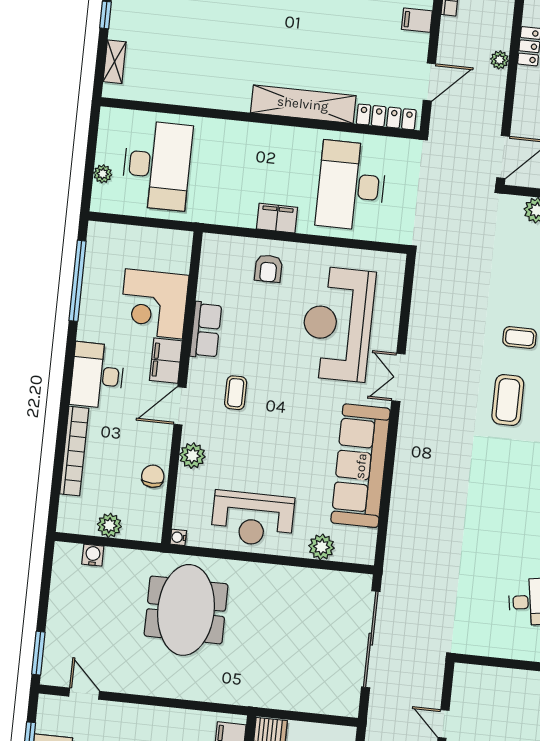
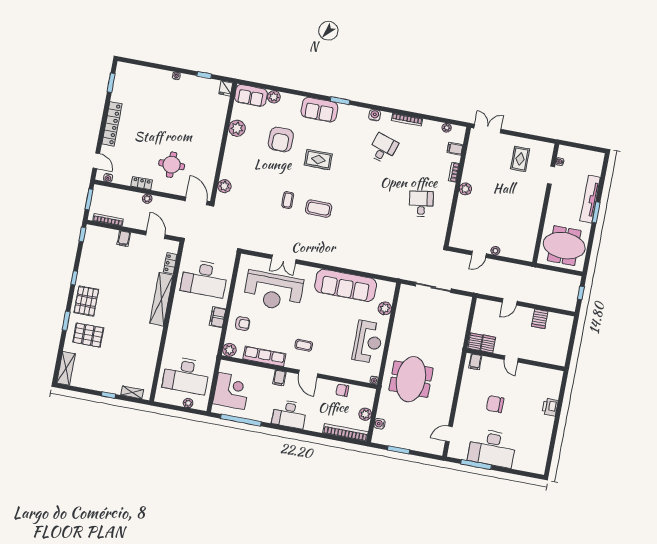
locker: (386, 117) -> (170, 263), width x0.66
desk: (157, 165) -> (186, 375), turned 180
corner desk: (154, 304) -> (231, 391), moved, turned -90
row of seats: (206, 330) -> (264, 356), width x1.48
filing cabinet: (166, 361) -> (279, 378), width x0.50
double door: (398, 377) -> (284, 259), moved
bookcase: (74, 451) -> (345, 432), moved
plant: (192, 456) -> (229, 350), moved
meeting table: (186, 610) -> (411, 379), turned 90
sliding door: (371, 639) -> (433, 287), width x0.73
window: (38, 653) -> (399, 450), moved

